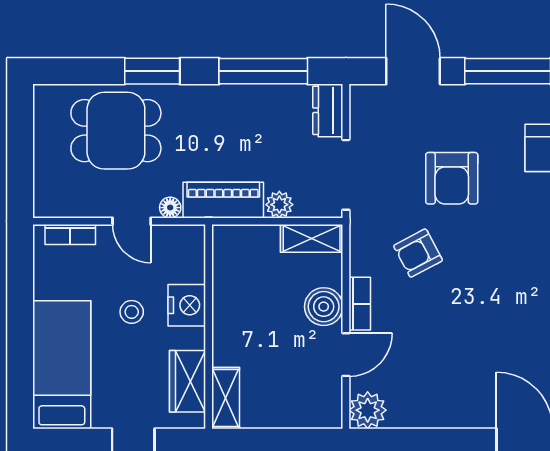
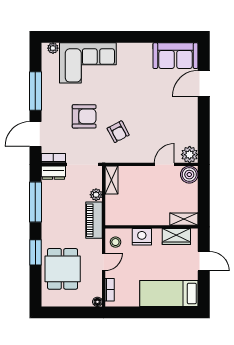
floor lamp: (170, 208) -> (97, 302), moved
bookcase: (360, 304) -> (53, 158), moved
boiler: (324, 307) -> (189, 175), moved
stool: (132, 312) -> (115, 242), moved
door: (346, 355) -> (164, 164), hinge flipped

